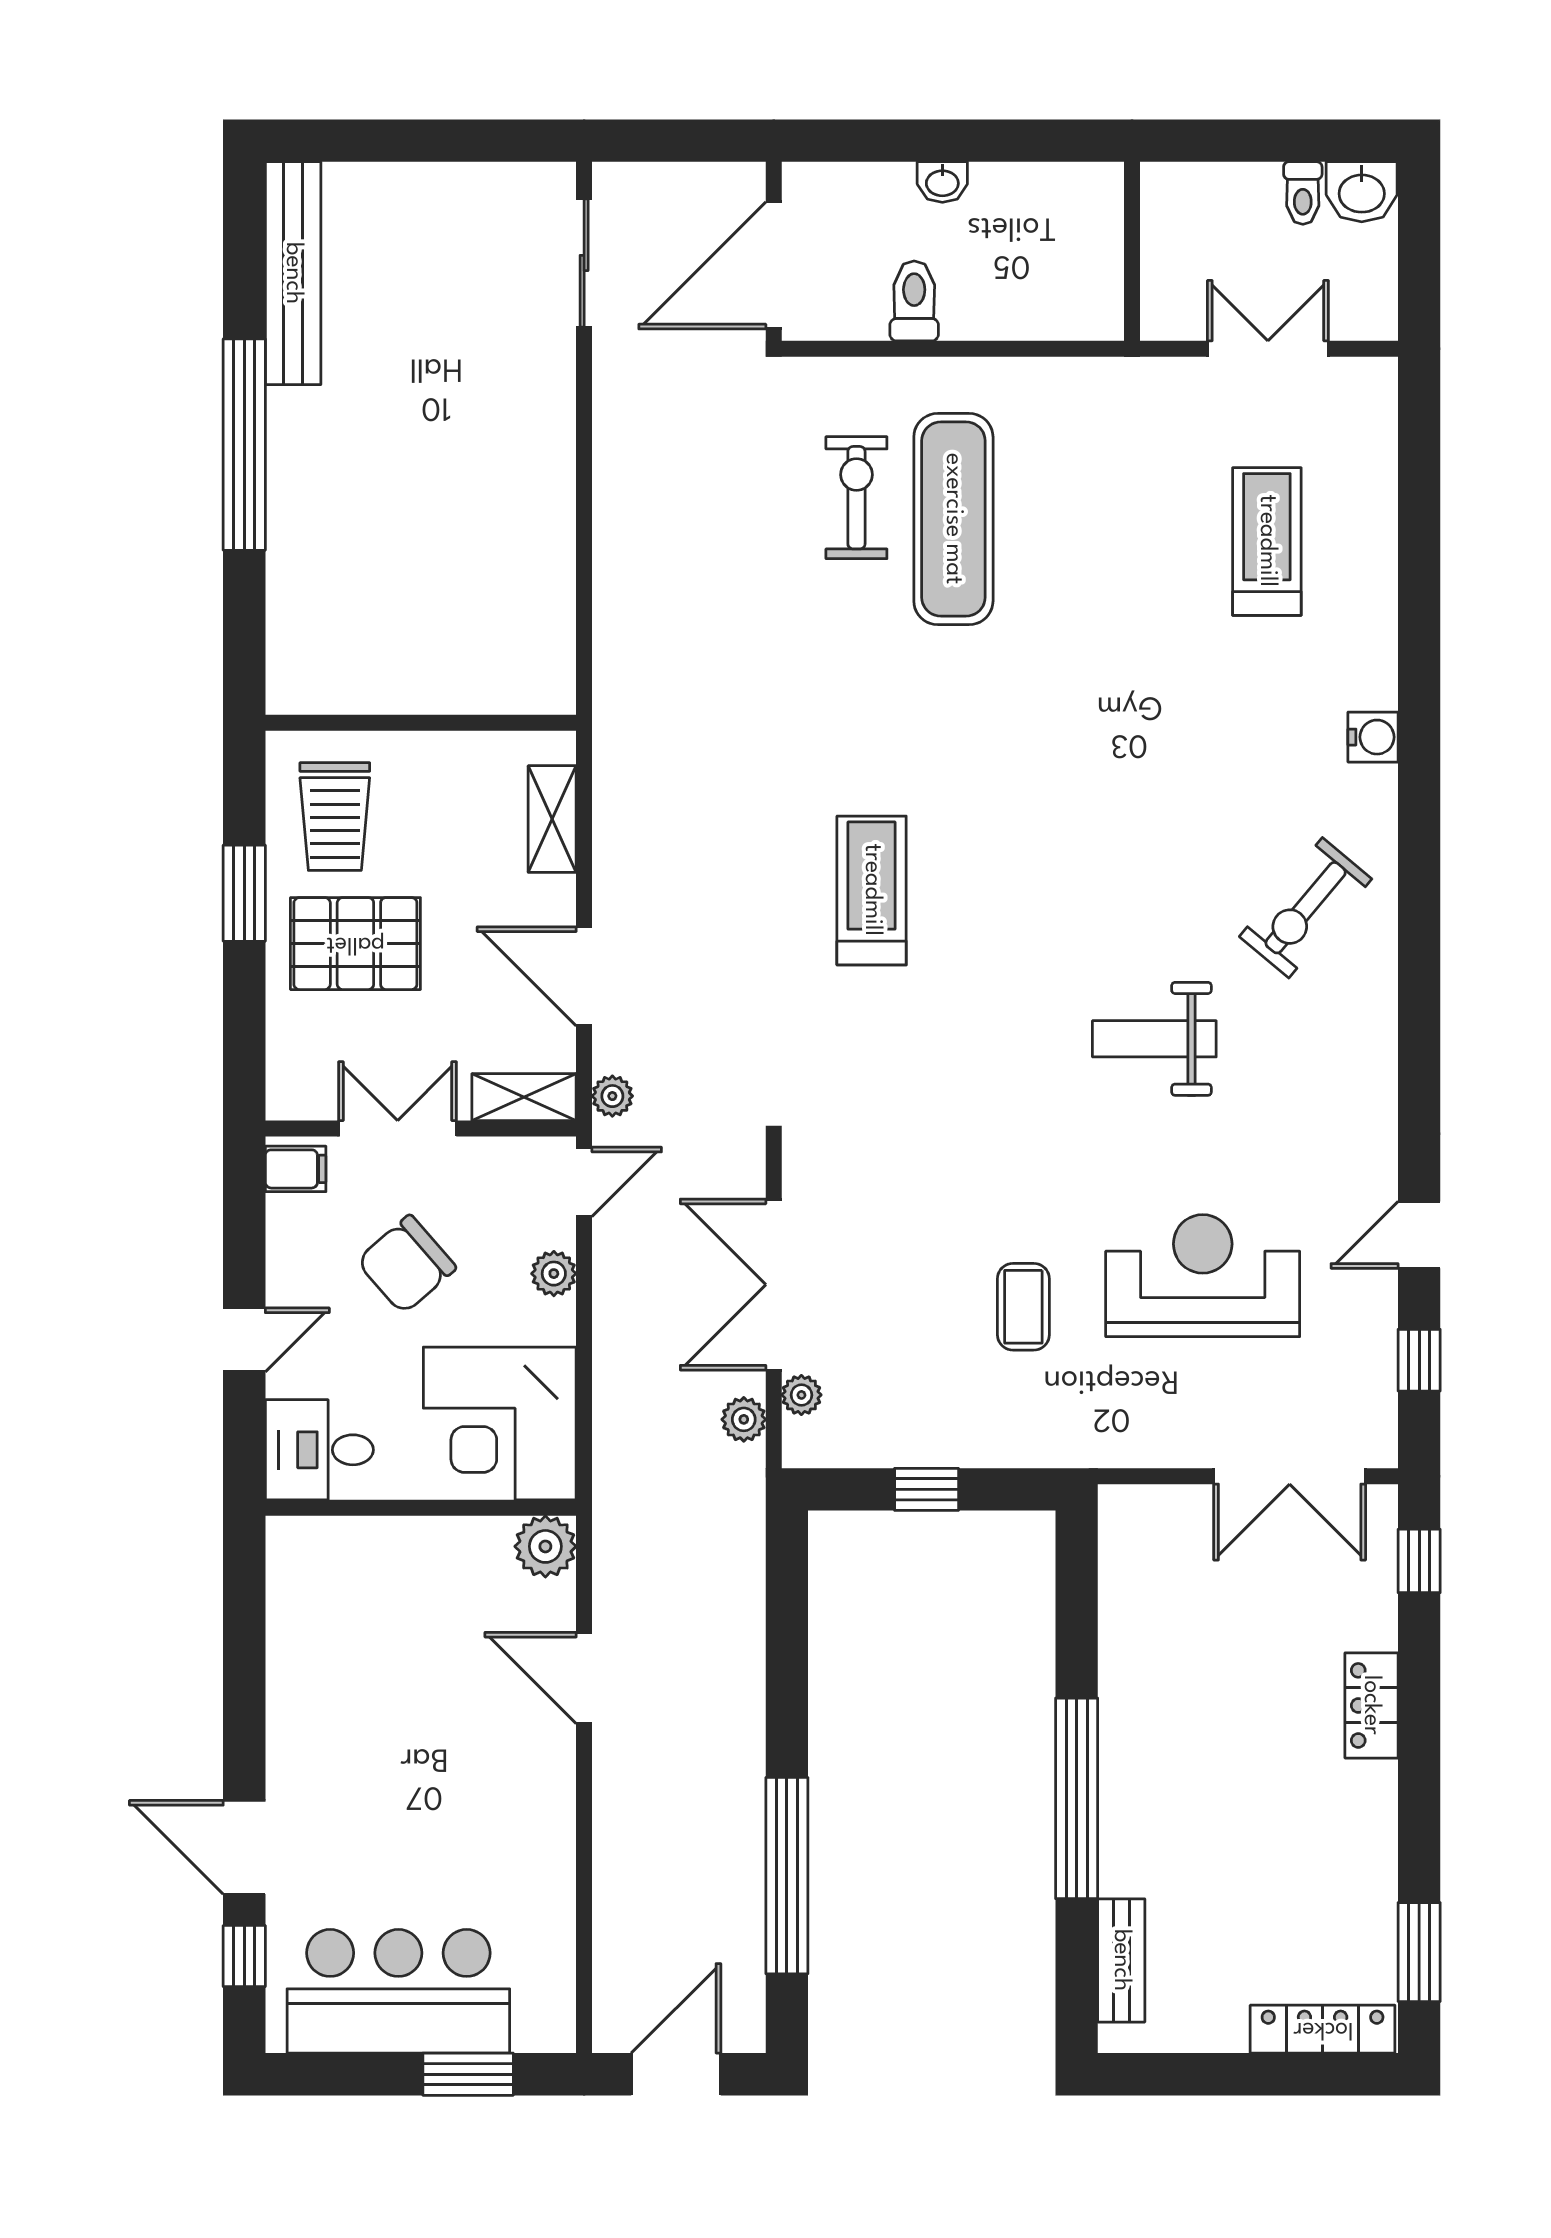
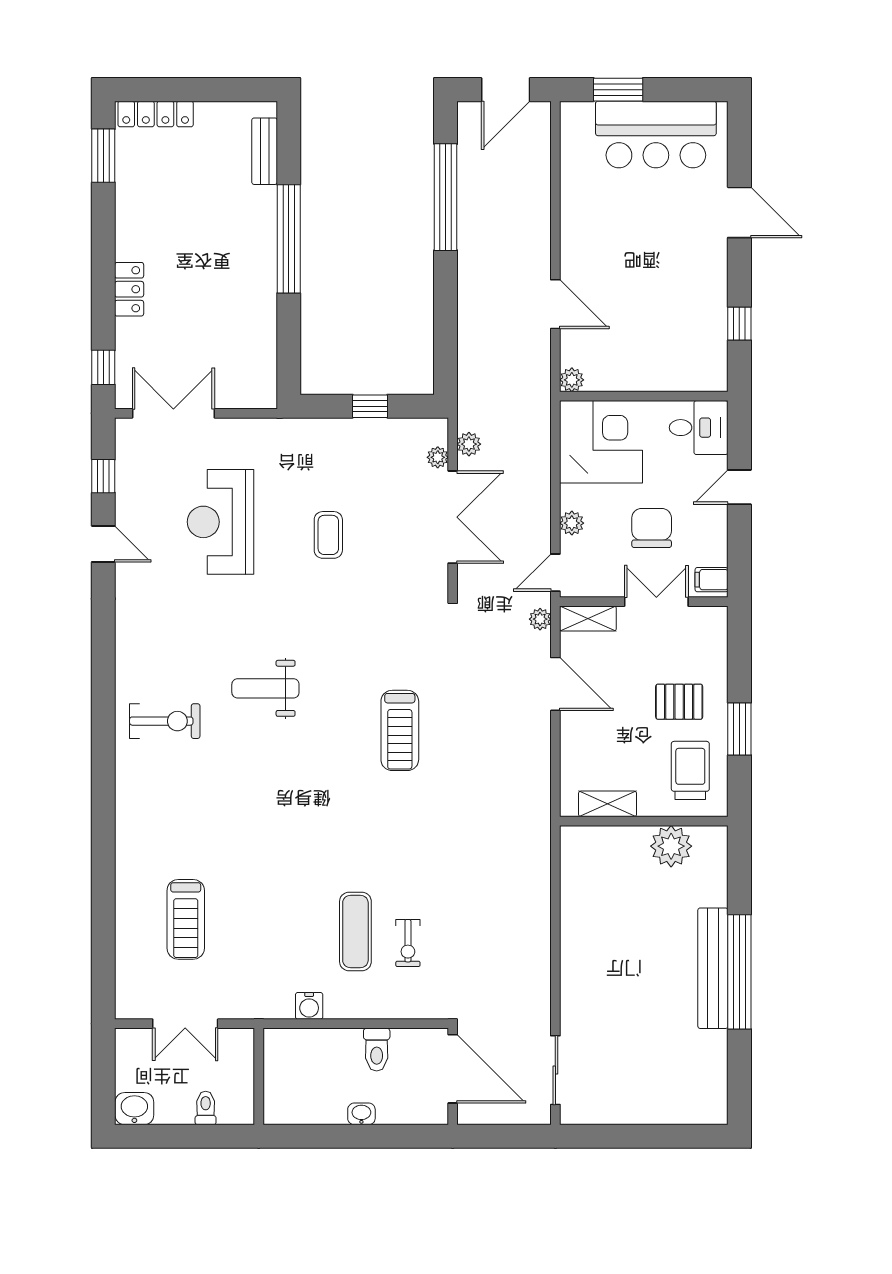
toilet: (1303, 193) -> (206, 1108), moved
door: (774, 265) -> (453, 1069), hinge flipped
bench: (293, 273) -> (713, 968), moved
exercise bike: (856, 498) -> (408, 943), width x0.73, depth x0.72
exercise mat: (953, 519) -> (355, 931), width x0.73, depth x0.69
plant: (370, 677) -> (671, 846), added
water cooler: (1373, 737) -> (309, 1006), moved, turned -90
shelving: (552, 819) -> (608, 804), moved, turned 90
exercise bike: (1306, 908) -> (165, 721), turned 50
pallet: (355, 944) -> (679, 702), width x0.67, depth x0.71
weight bench: (1154, 1039) -> (265, 688), moved, turned 180
double door: (398, 1129) -> (656, 602), swing flipped
door: (1419, 1235) -> (103, 544), hinge flipped
chair: (406, 1264) -> (652, 528), turned -49
reception desk: (1203, 1276) -> (220, 522), turned 90
coffee table: (1023, 1307) -> (328, 535), moved
plant: (545, 1546) -> (572, 380), width x0.73, depth x0.73
window: (244, 1956) -> (739, 324), moved

